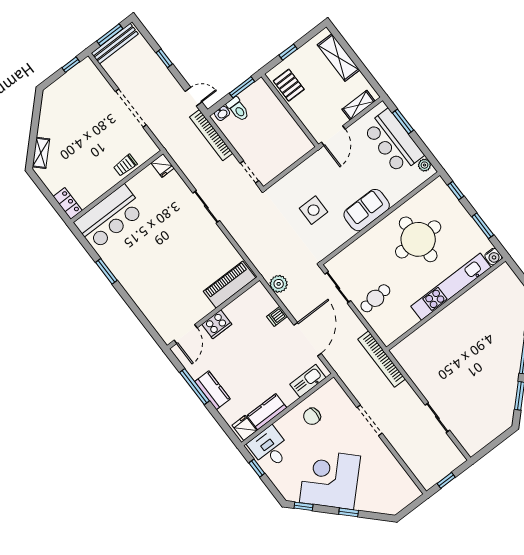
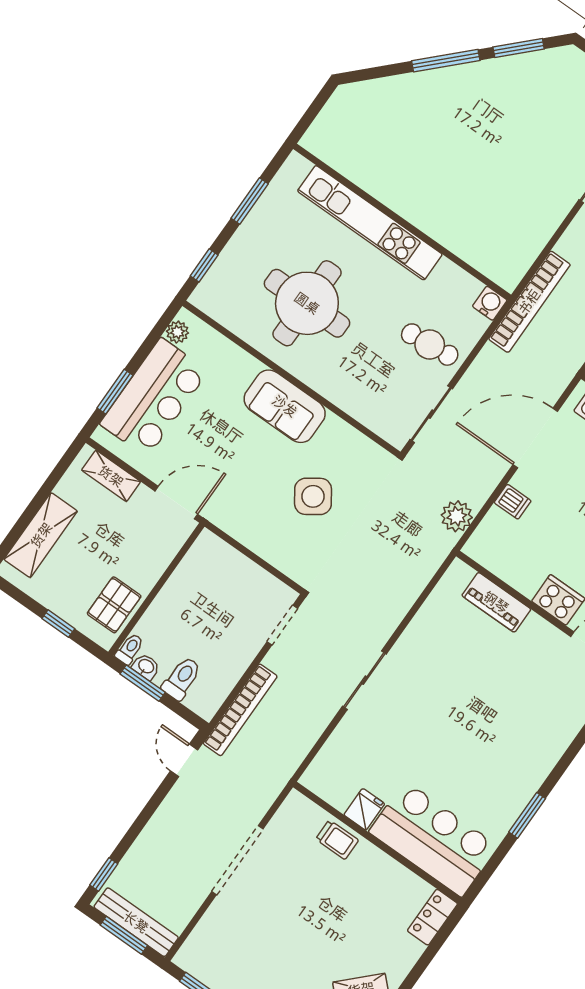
window: (164, 58) -> (104, 874), moved
toilet: (263, 86) -> (130, 649), added
washbasin: (222, 113) -> (146, 667), moved
fridge: (163, 165) -> (364, 809), moved
side table: (314, 210) -> (313, 496), turned -35
water cooler: (493, 257) -> (490, 303), moved
piano: (229, 285) -> (496, 602), width x0.73, depth x0.75

